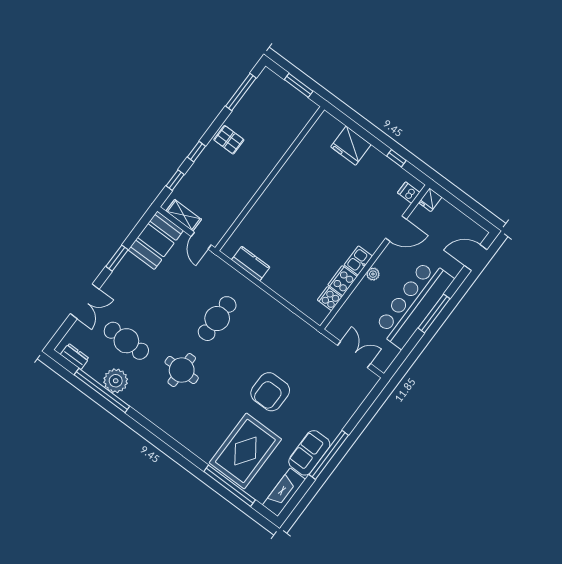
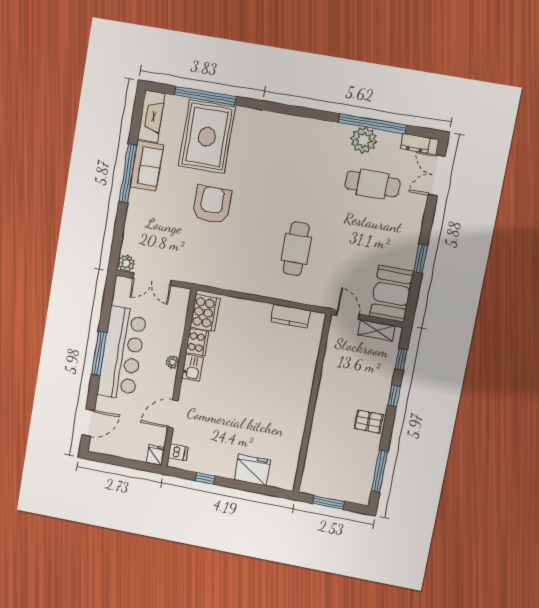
cooker: (330, 299) -> (205, 313), width x1.87, depth x1.31
double door: (85, 301) -> (437, 175), moved
round table: (182, 370) -> (306, 183), removed
plant: (370, 379) -> (126, 263), added

